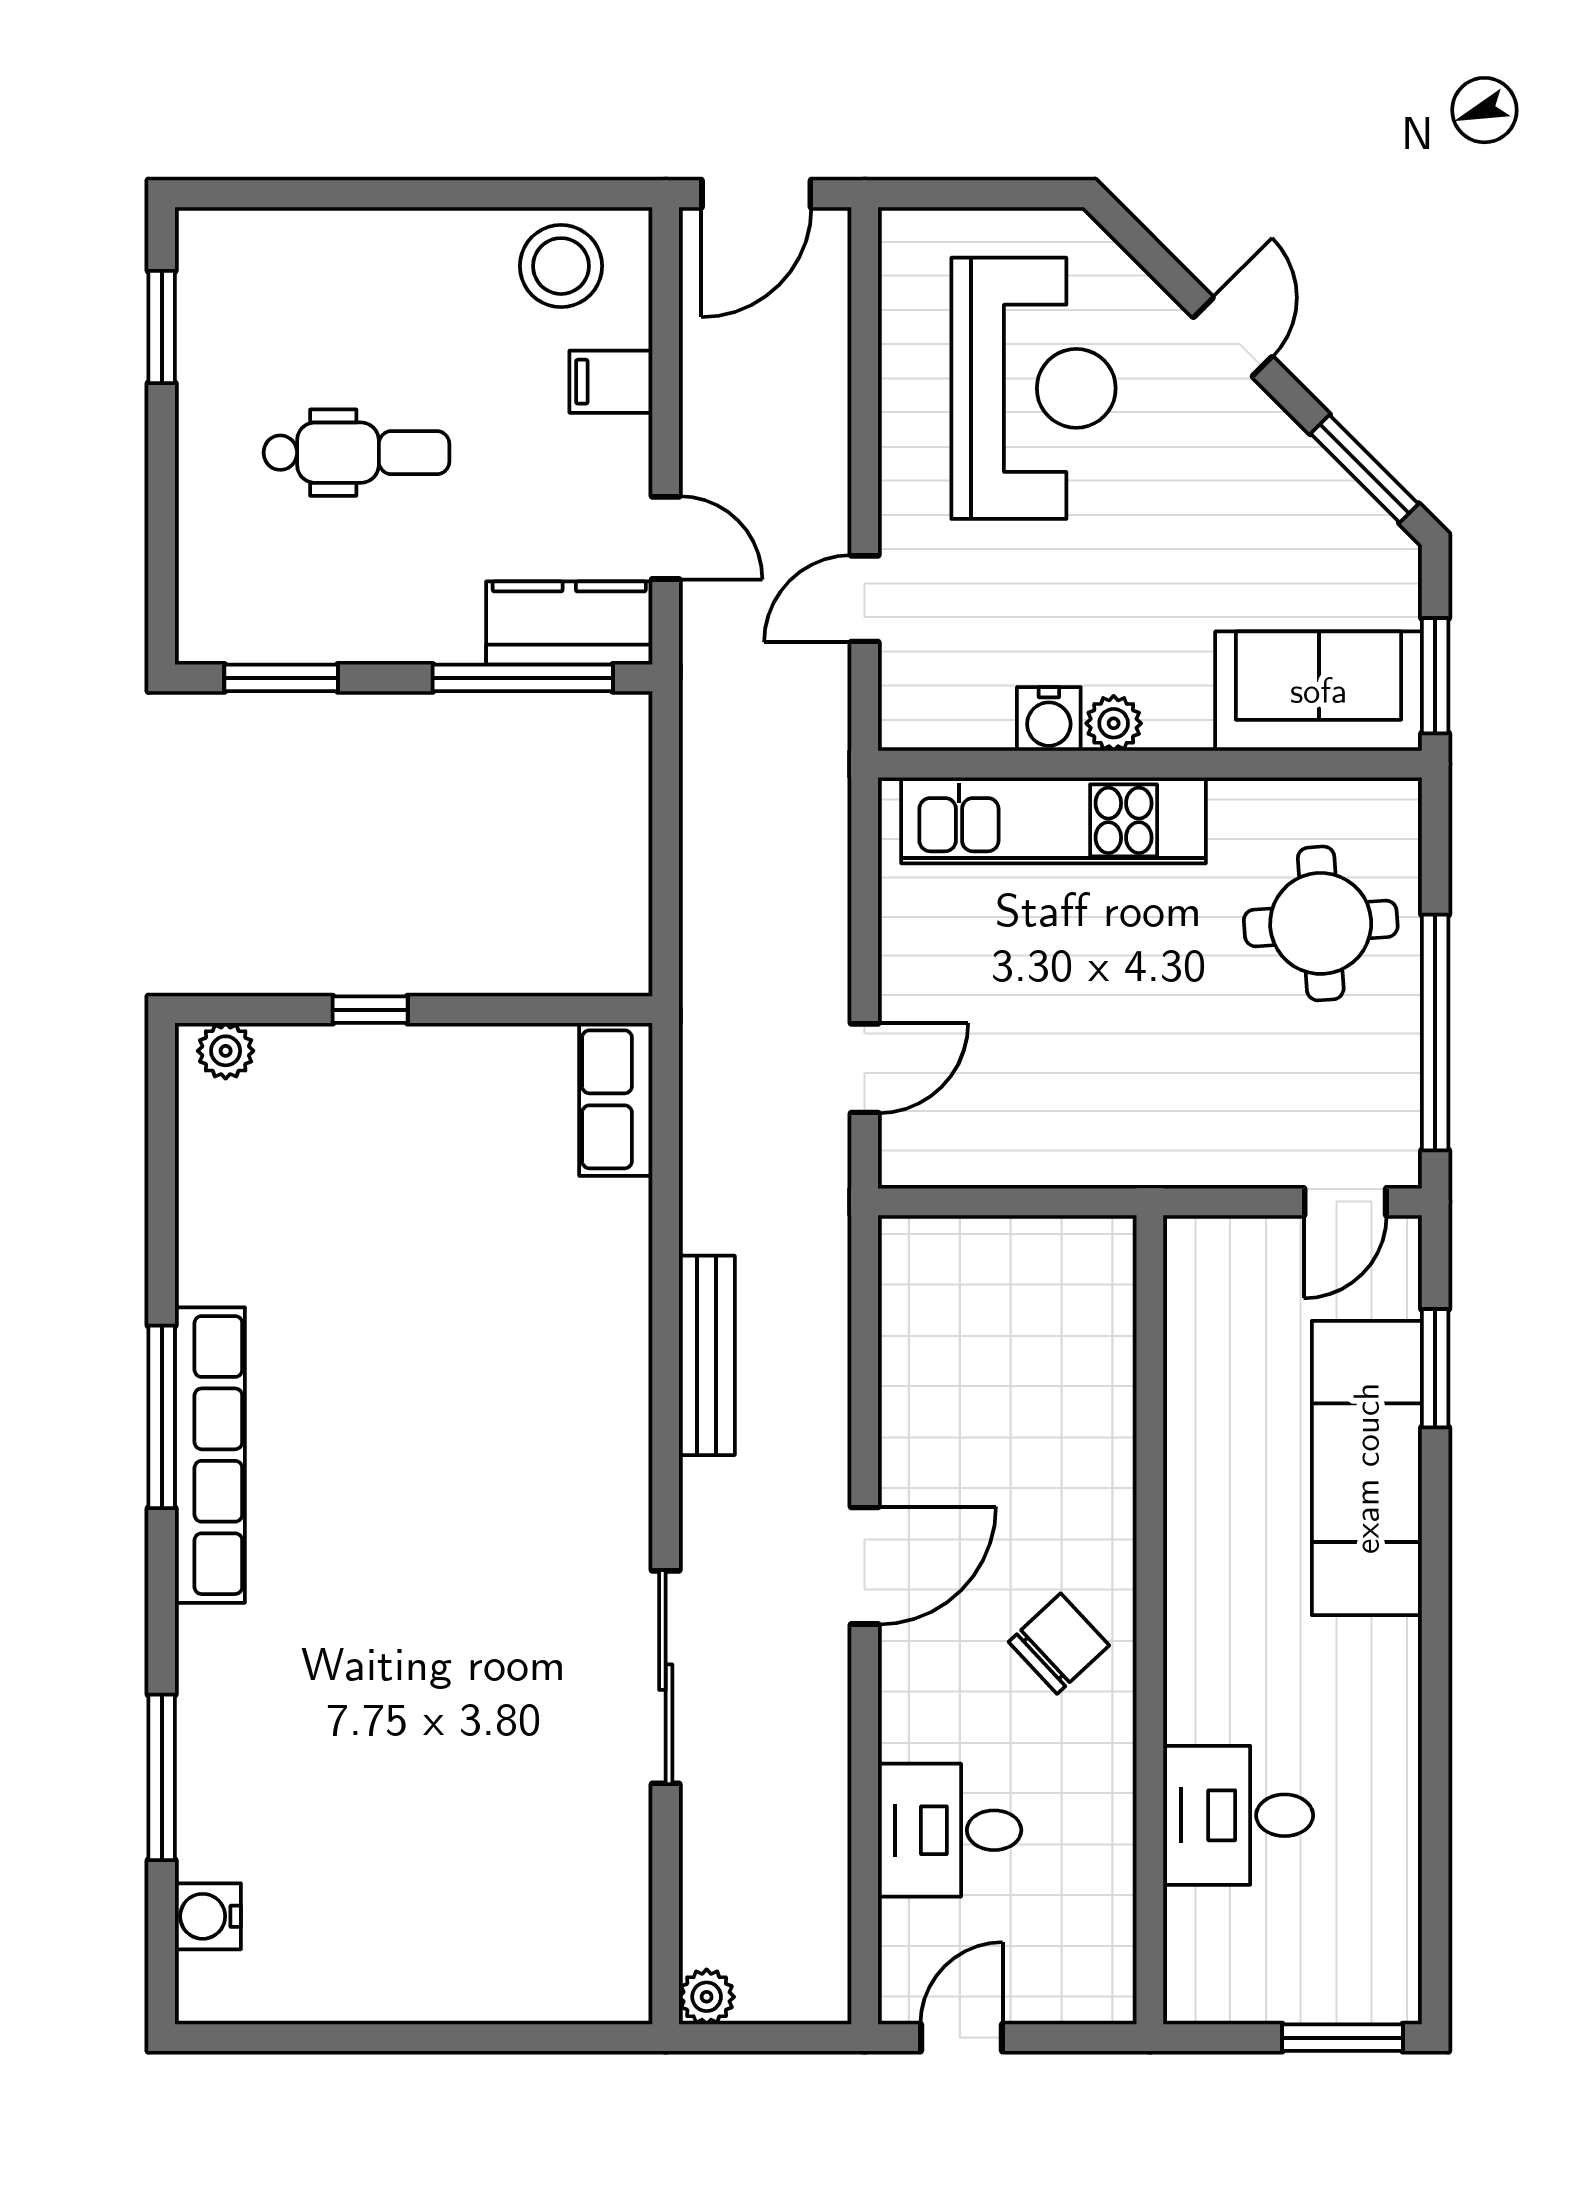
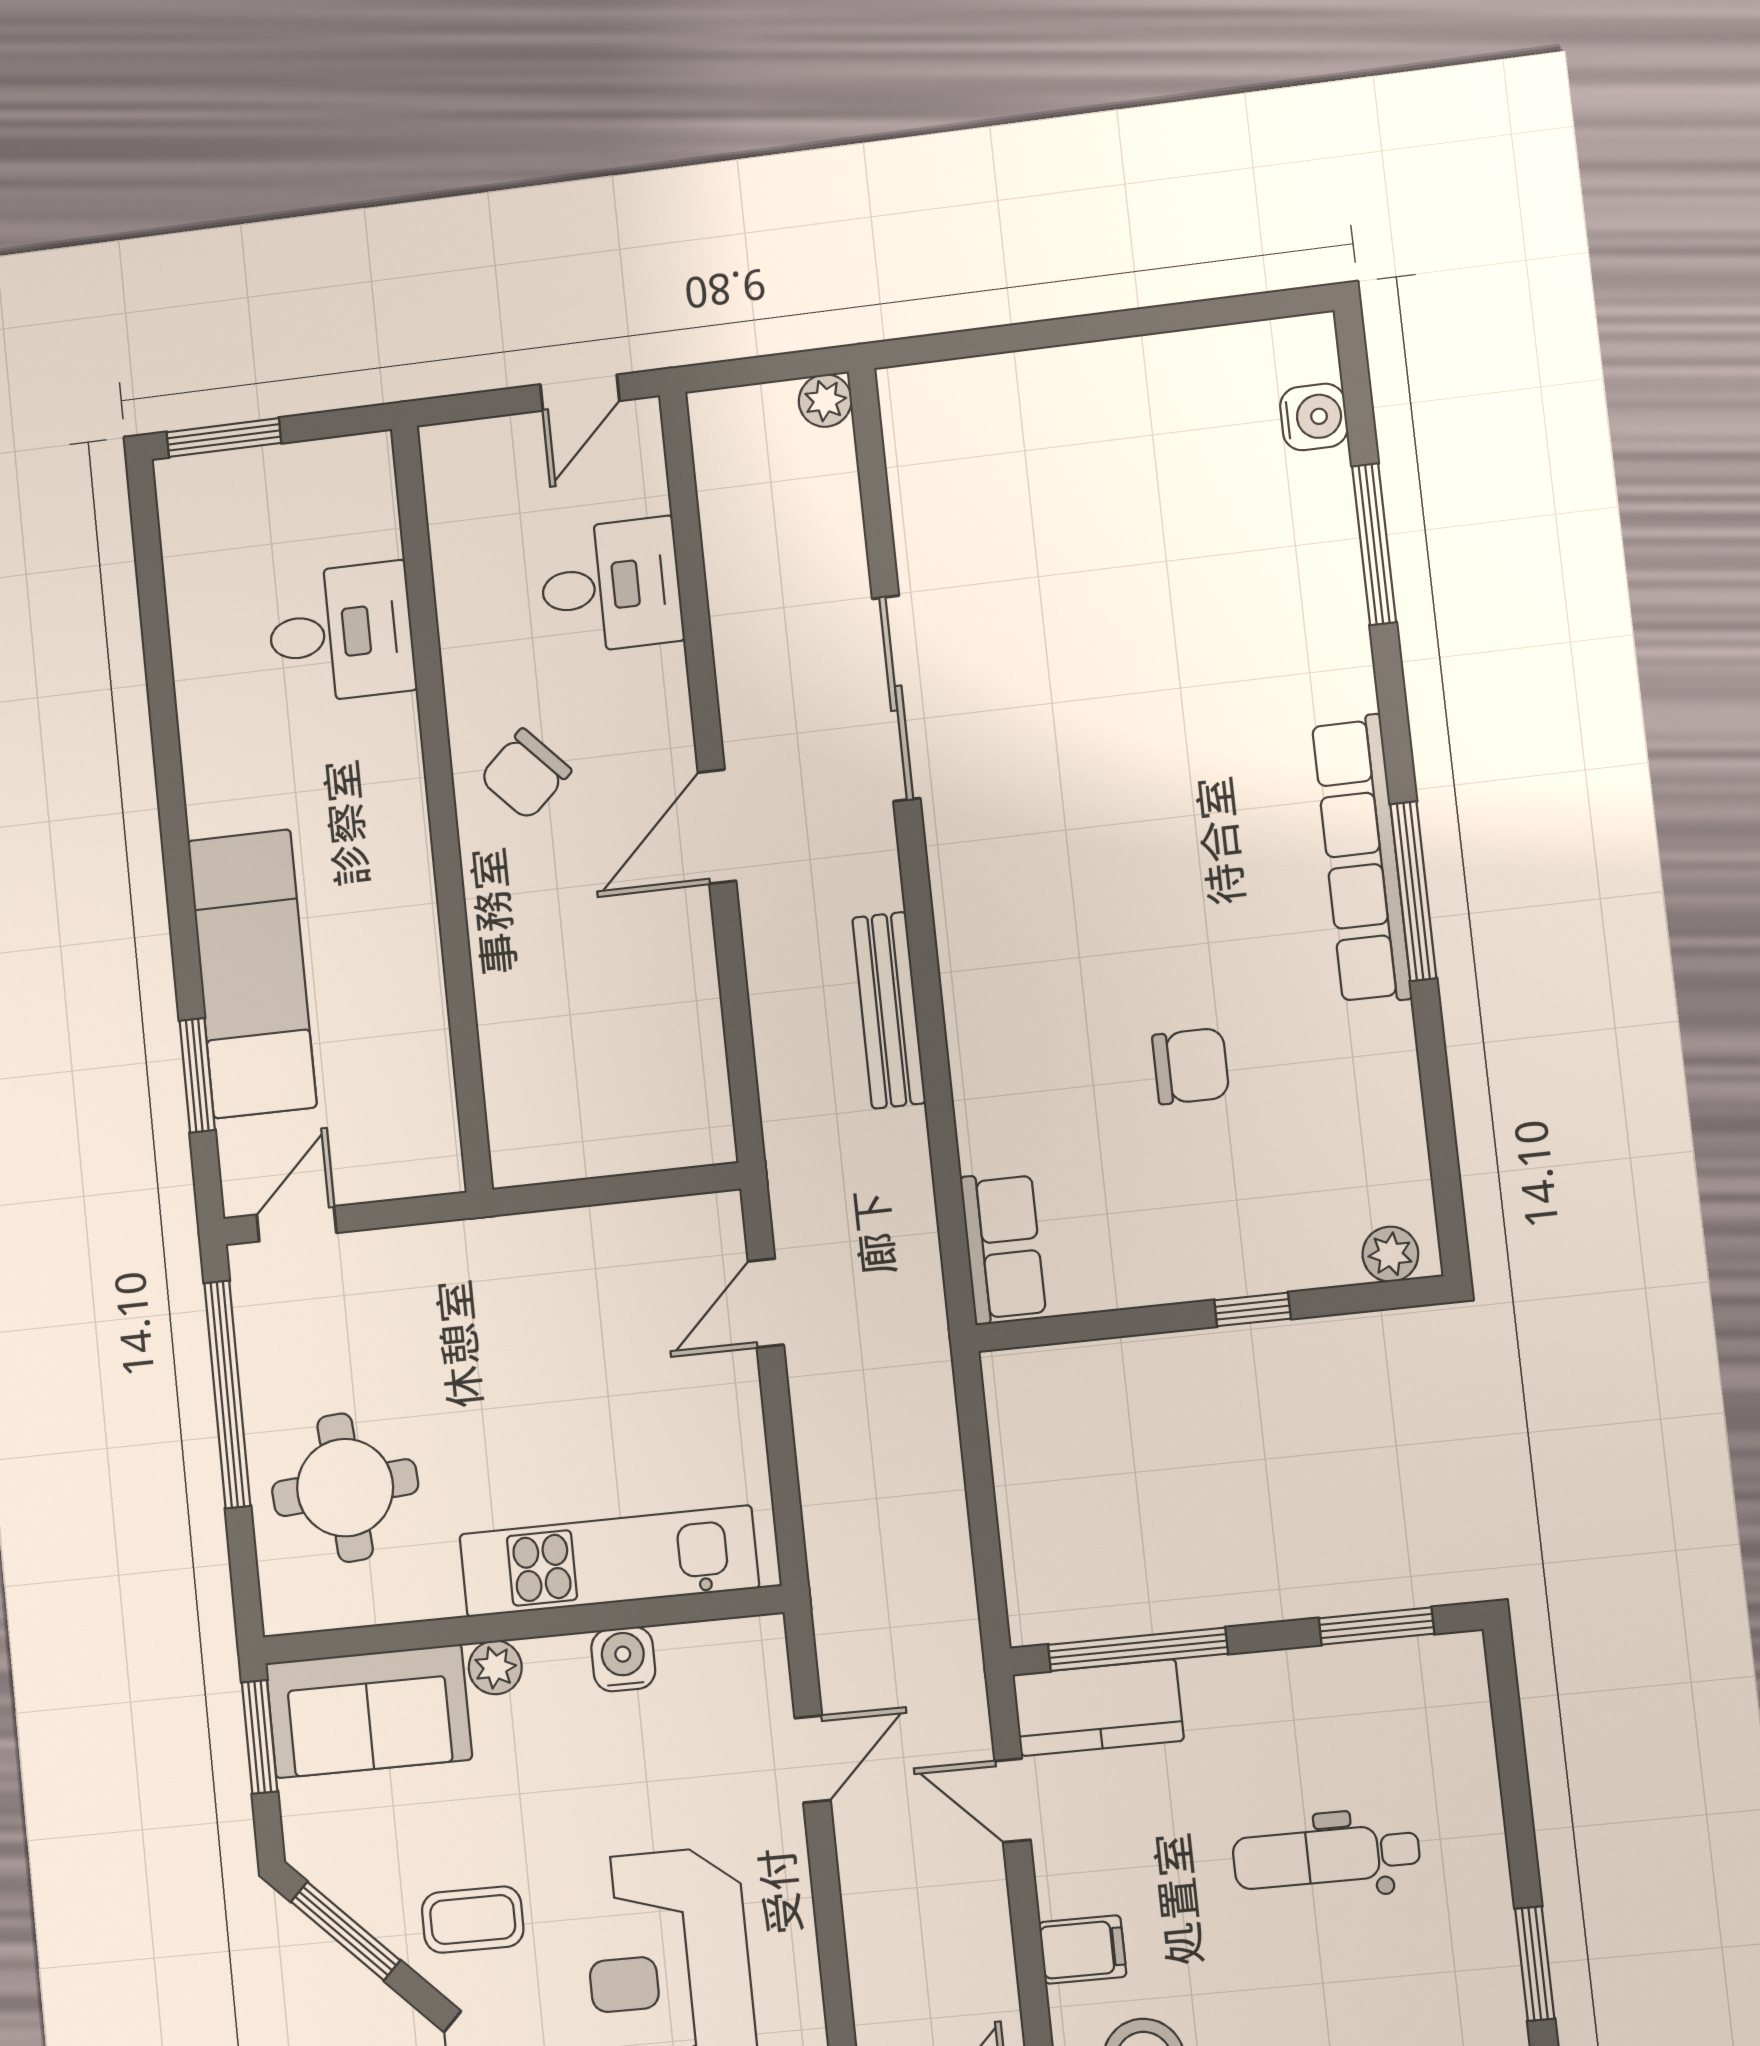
coffee table: (1231, 468) -> (473, 1920), added
plant: (1114, 723) -> (495, 1667), moved
chair: (406, 1264) -> (1191, 1066), added

